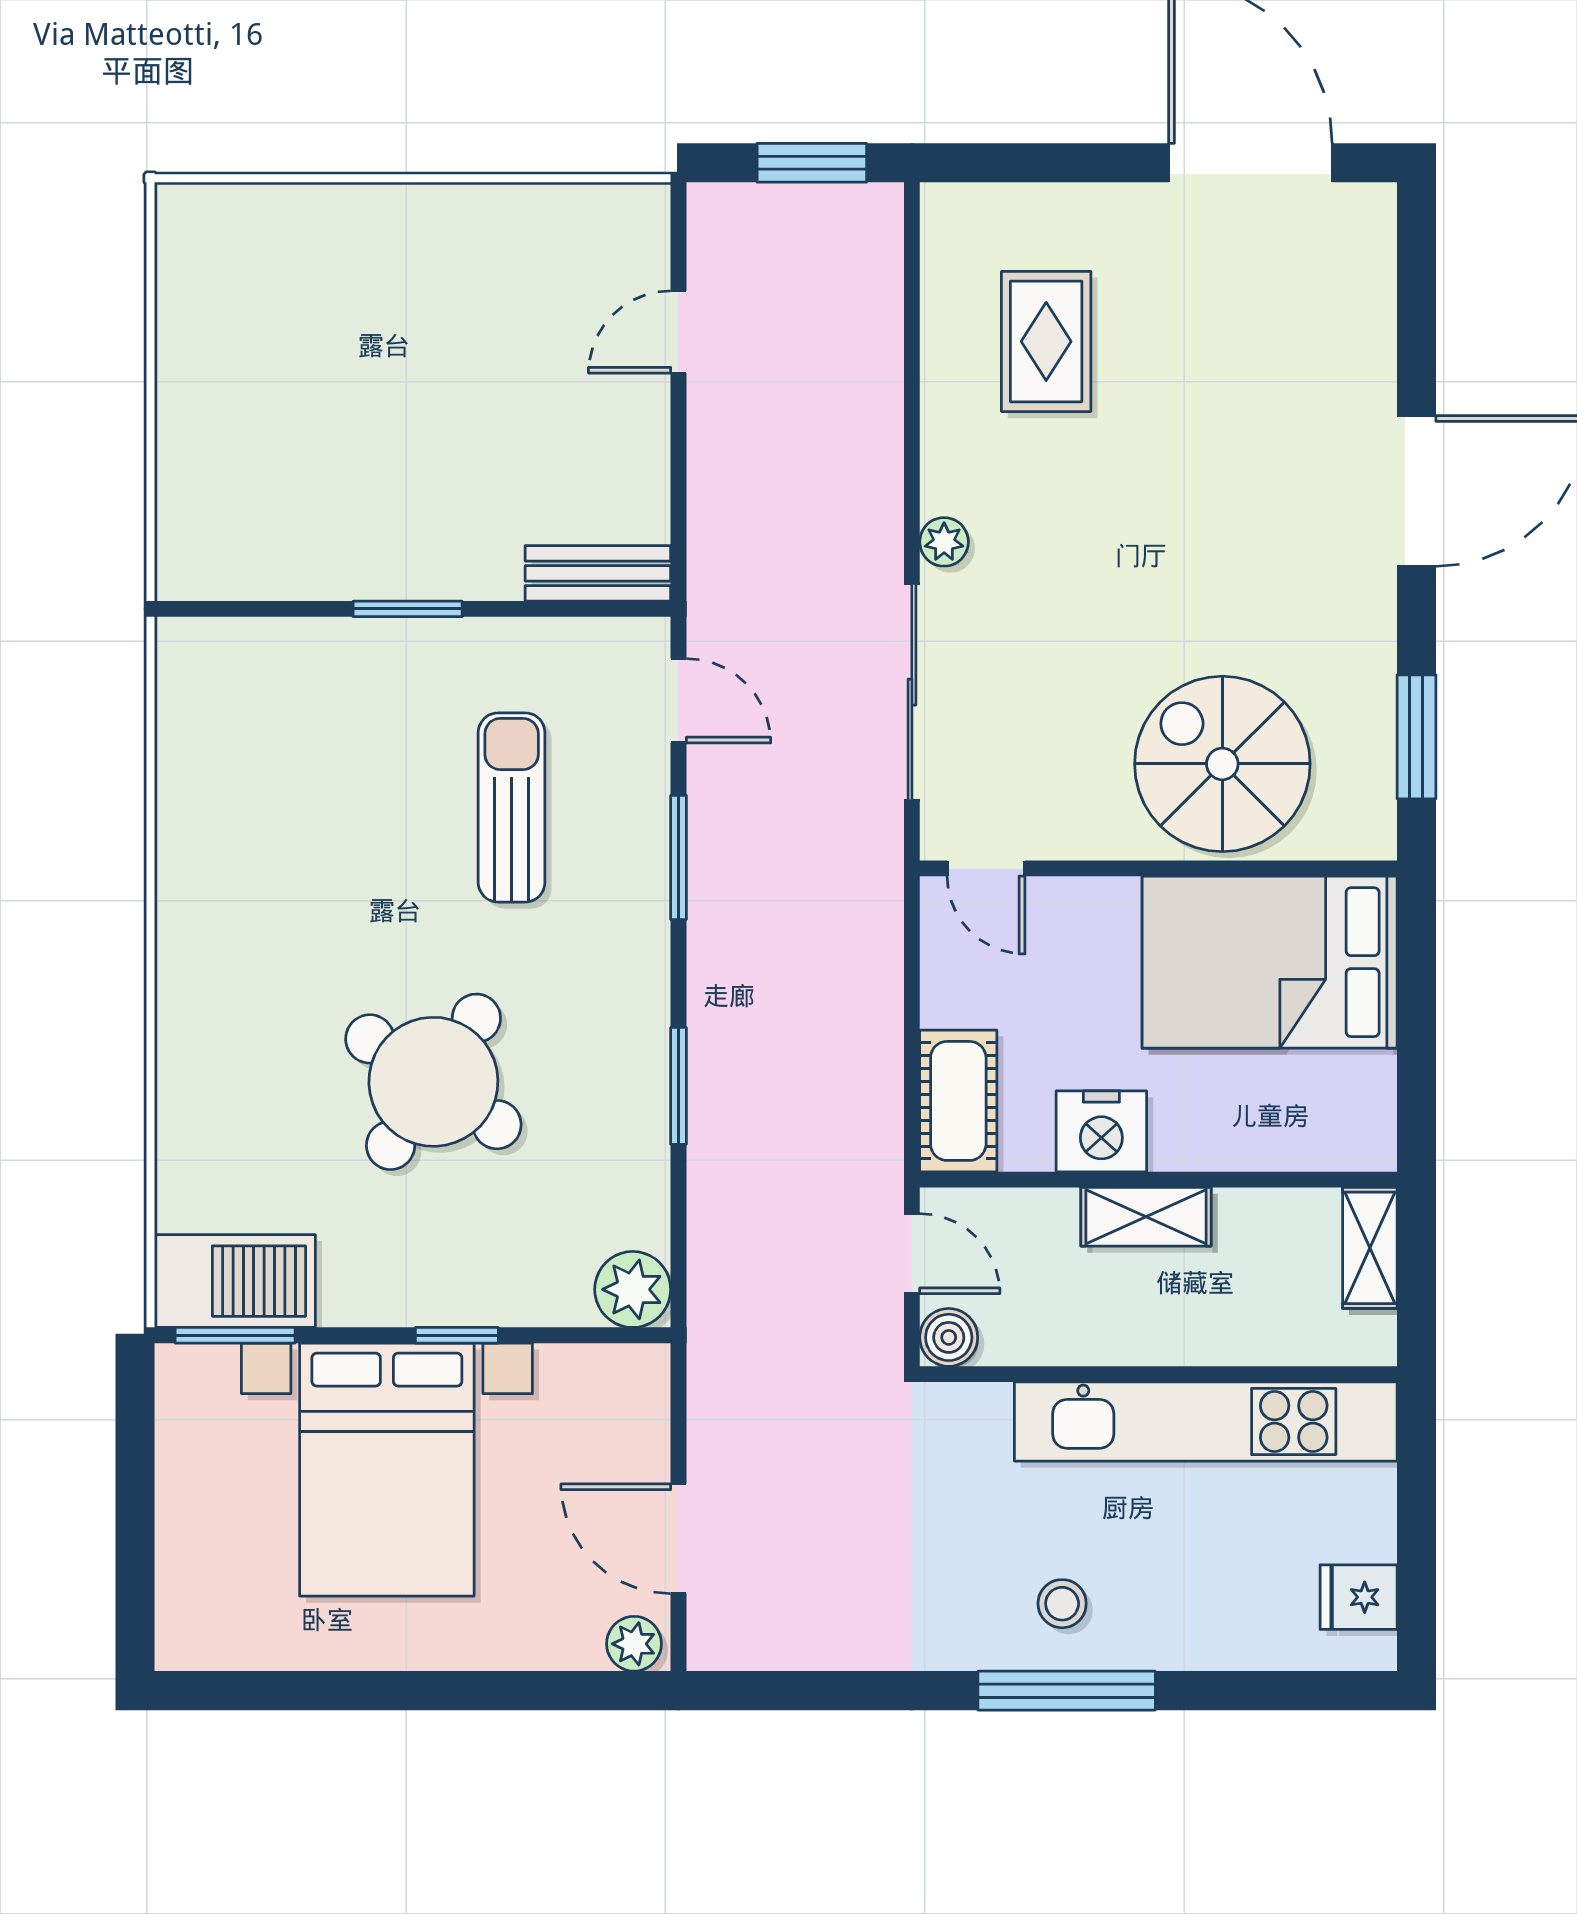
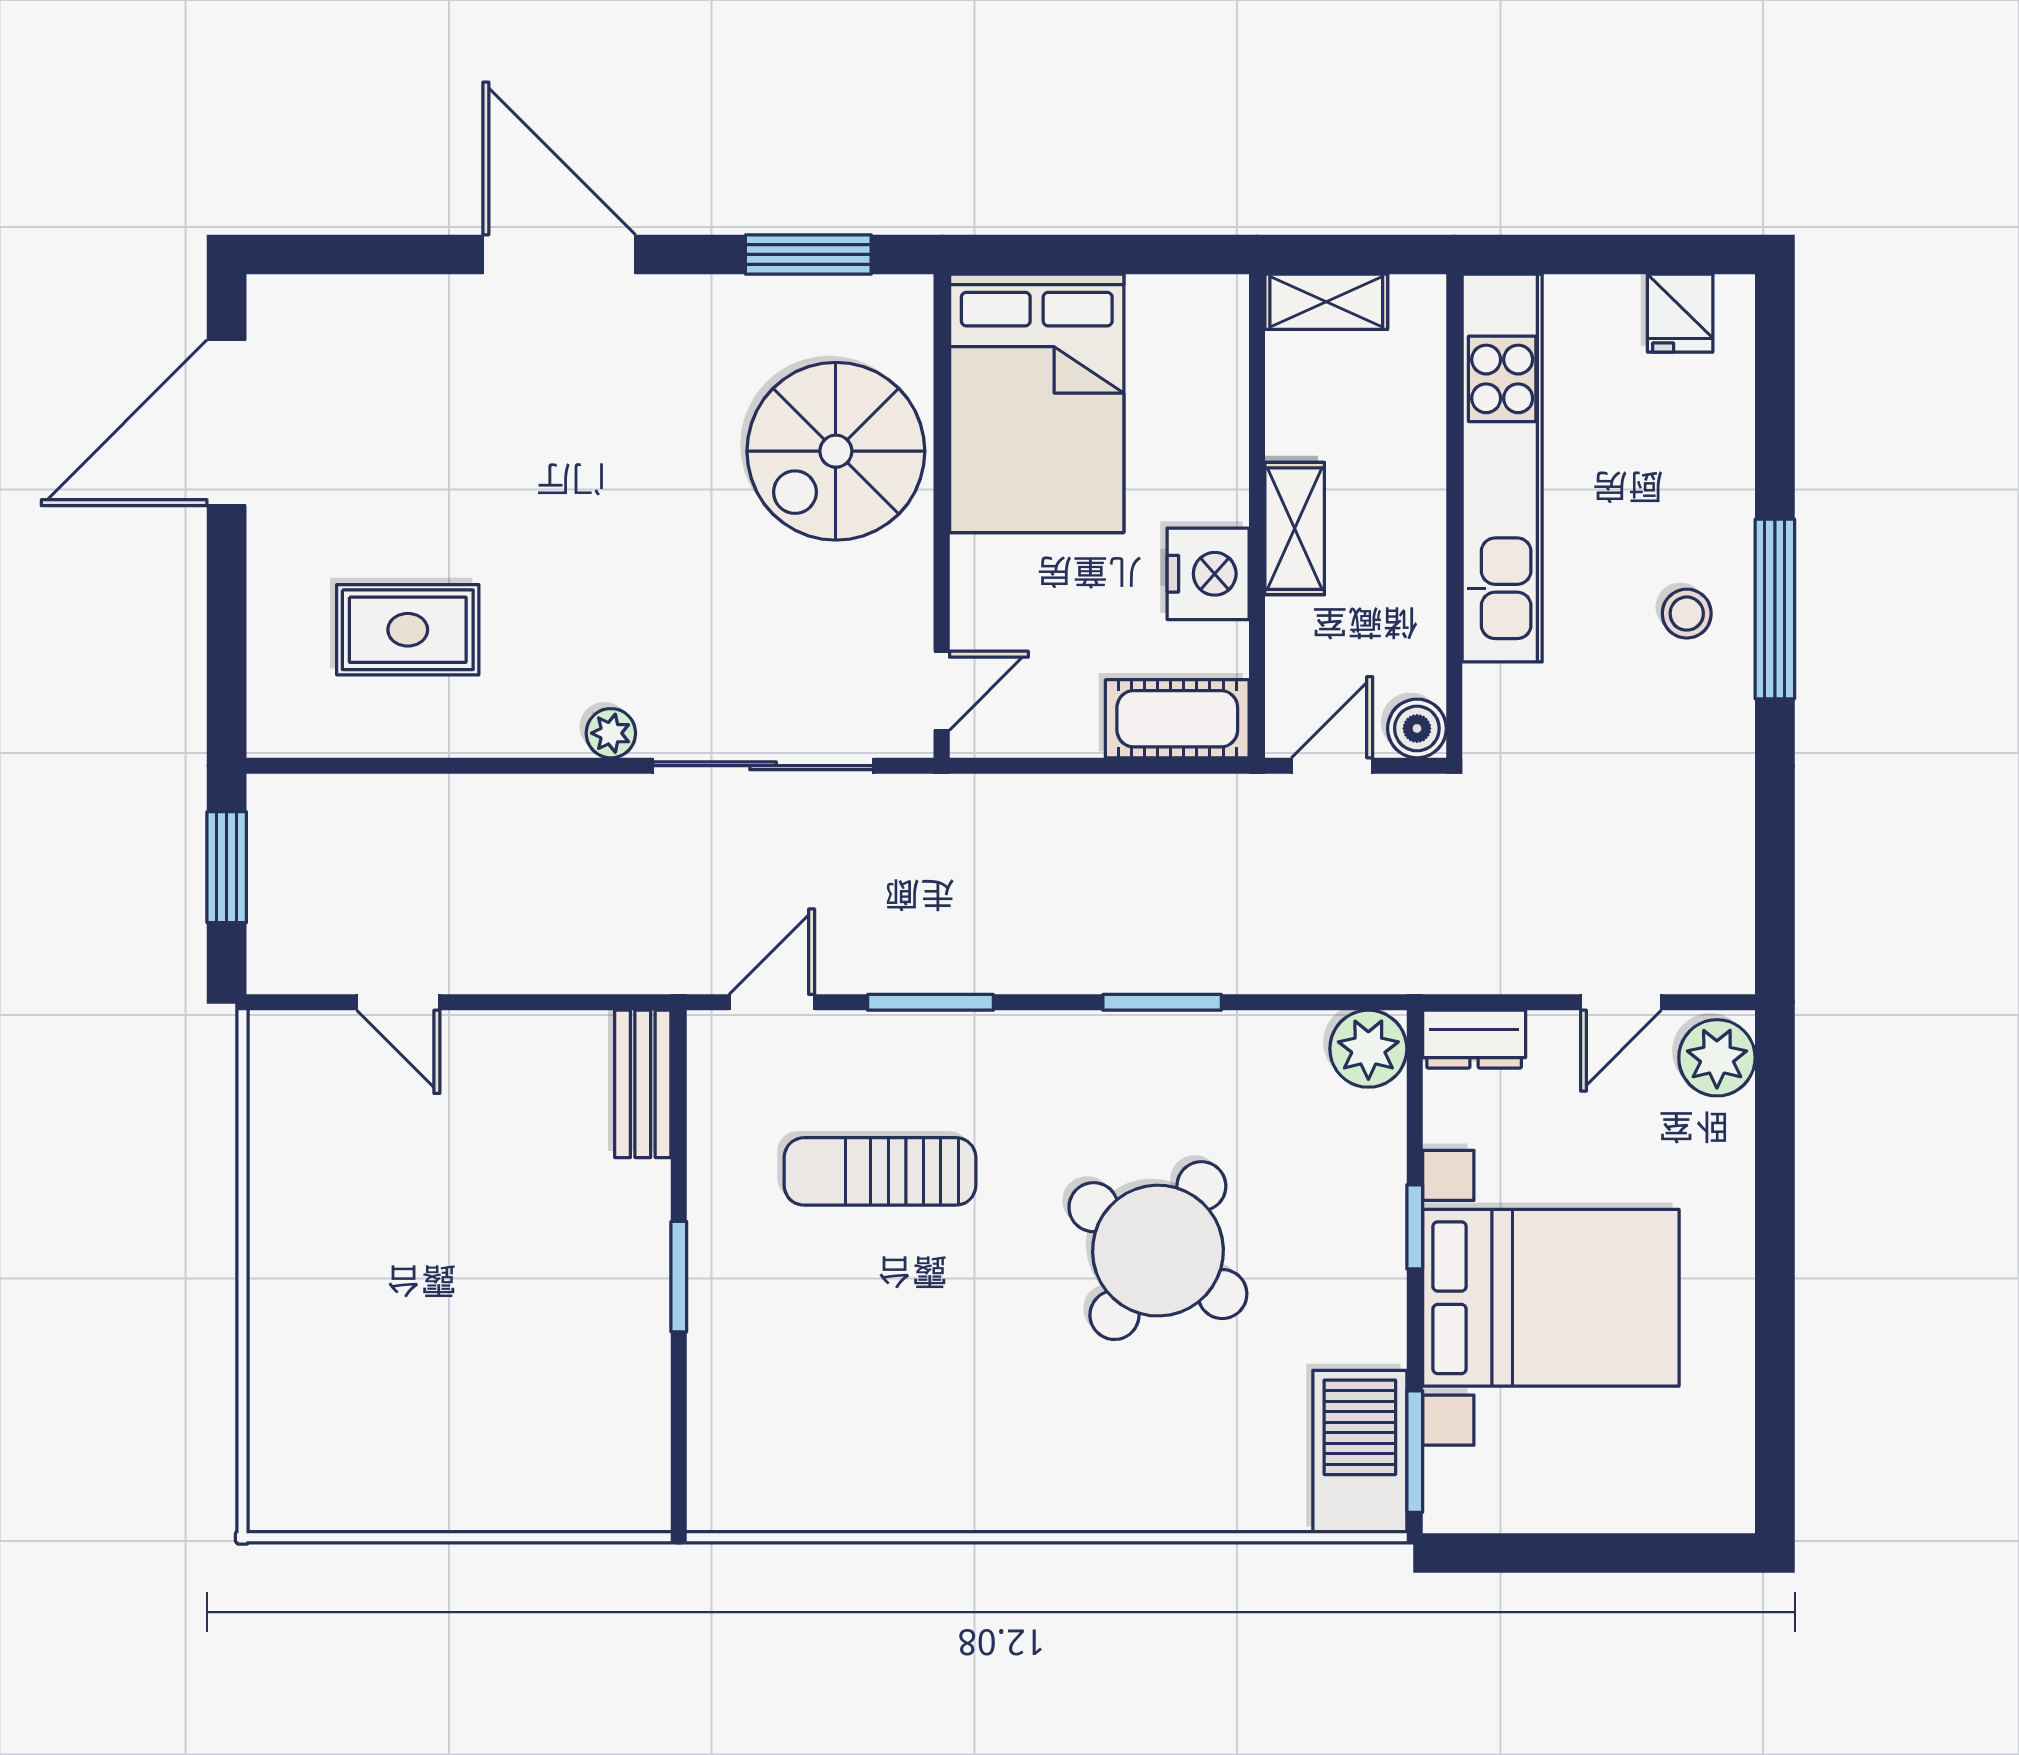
dresser: (642, 1394) -> (1474, 1039), added
door: (678, 1539) -> (1621, 1002), width x0.73
plant: (634, 1644) -> (1717, 1058), width x1.38, depth x1.38

